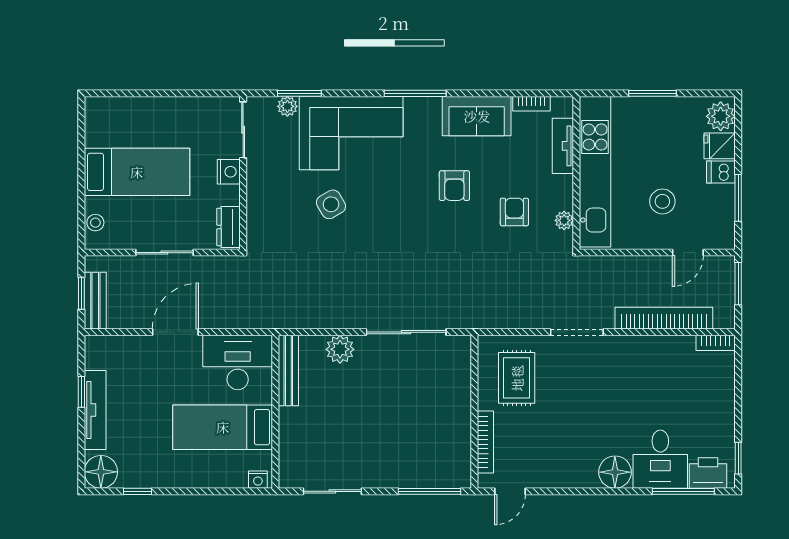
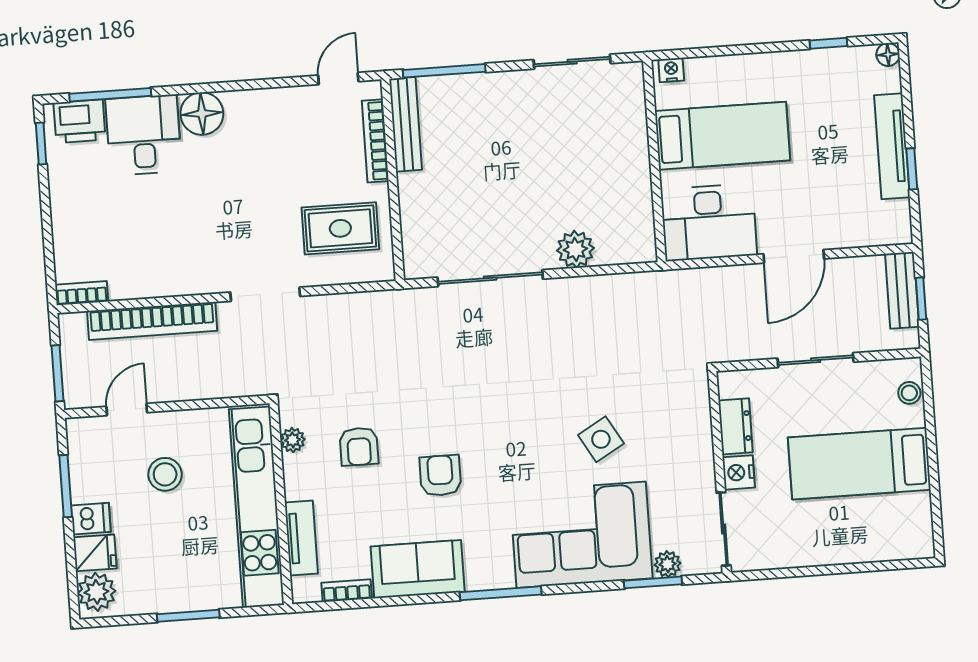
dresser: (229, 227) -> (736, 426), moved
bench: (288, 370) -> (406, 124), moved
rug: (517, 378) -> (340, 228), turned 90
floor lamp: (101, 472) -> (888, 55), width x0.53, depth x0.53

